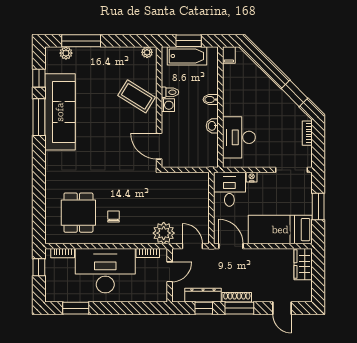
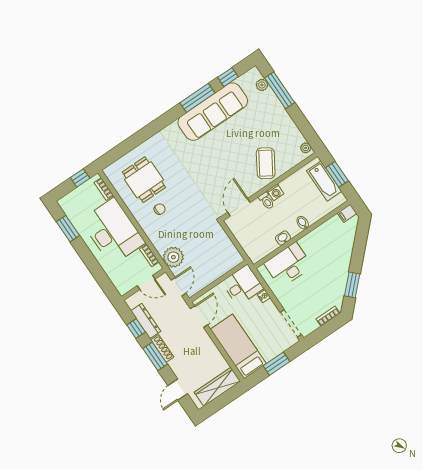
toilet: (170, 92) -> (266, 201), moved
dining table: (78, 213) -> (144, 180), turned 90
wardrobe: (303, 264) -> (217, 387), width x1.50

